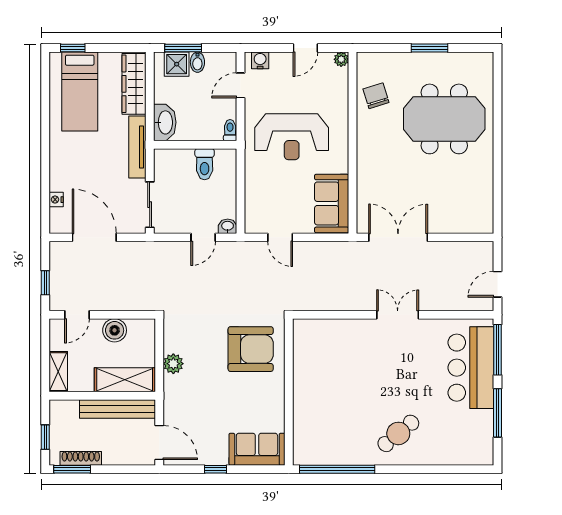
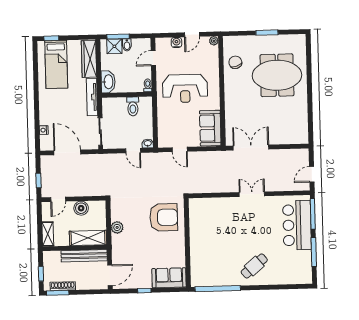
water cooler: (260, 60) -> (176, 42), moved
door: (203, 237) -> (133, 151), hinge flipped
door: (159, 443) -> (110, 275), hinge flipped

